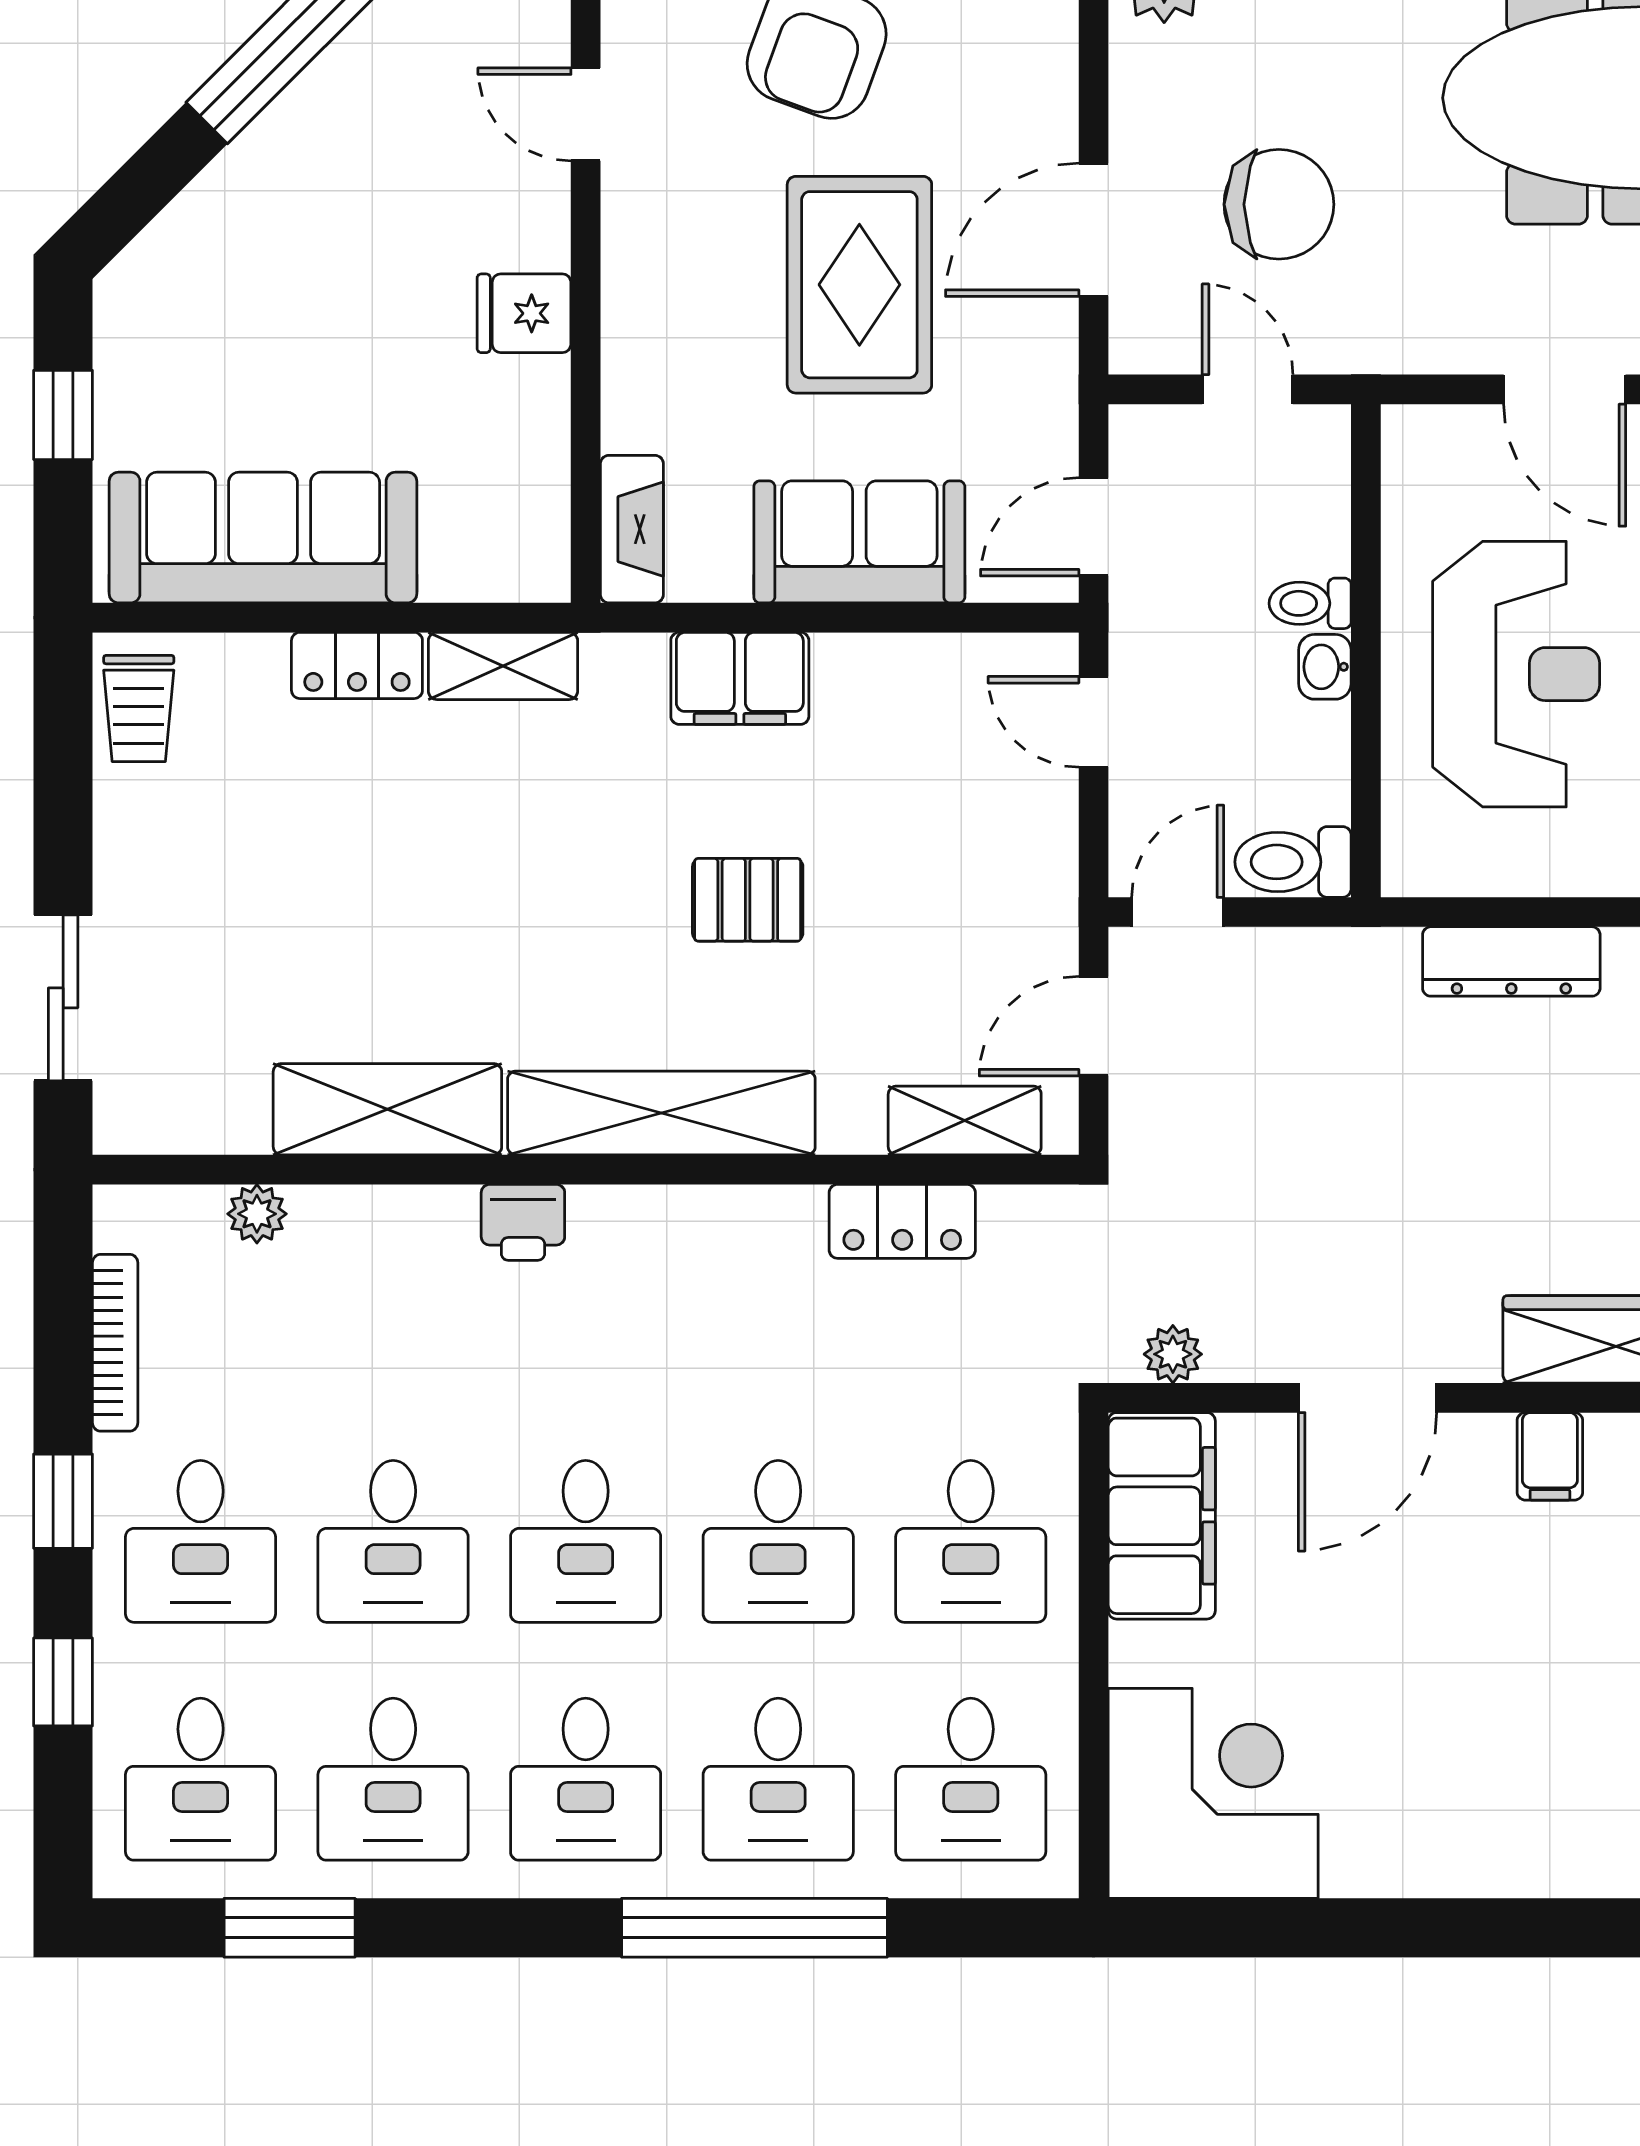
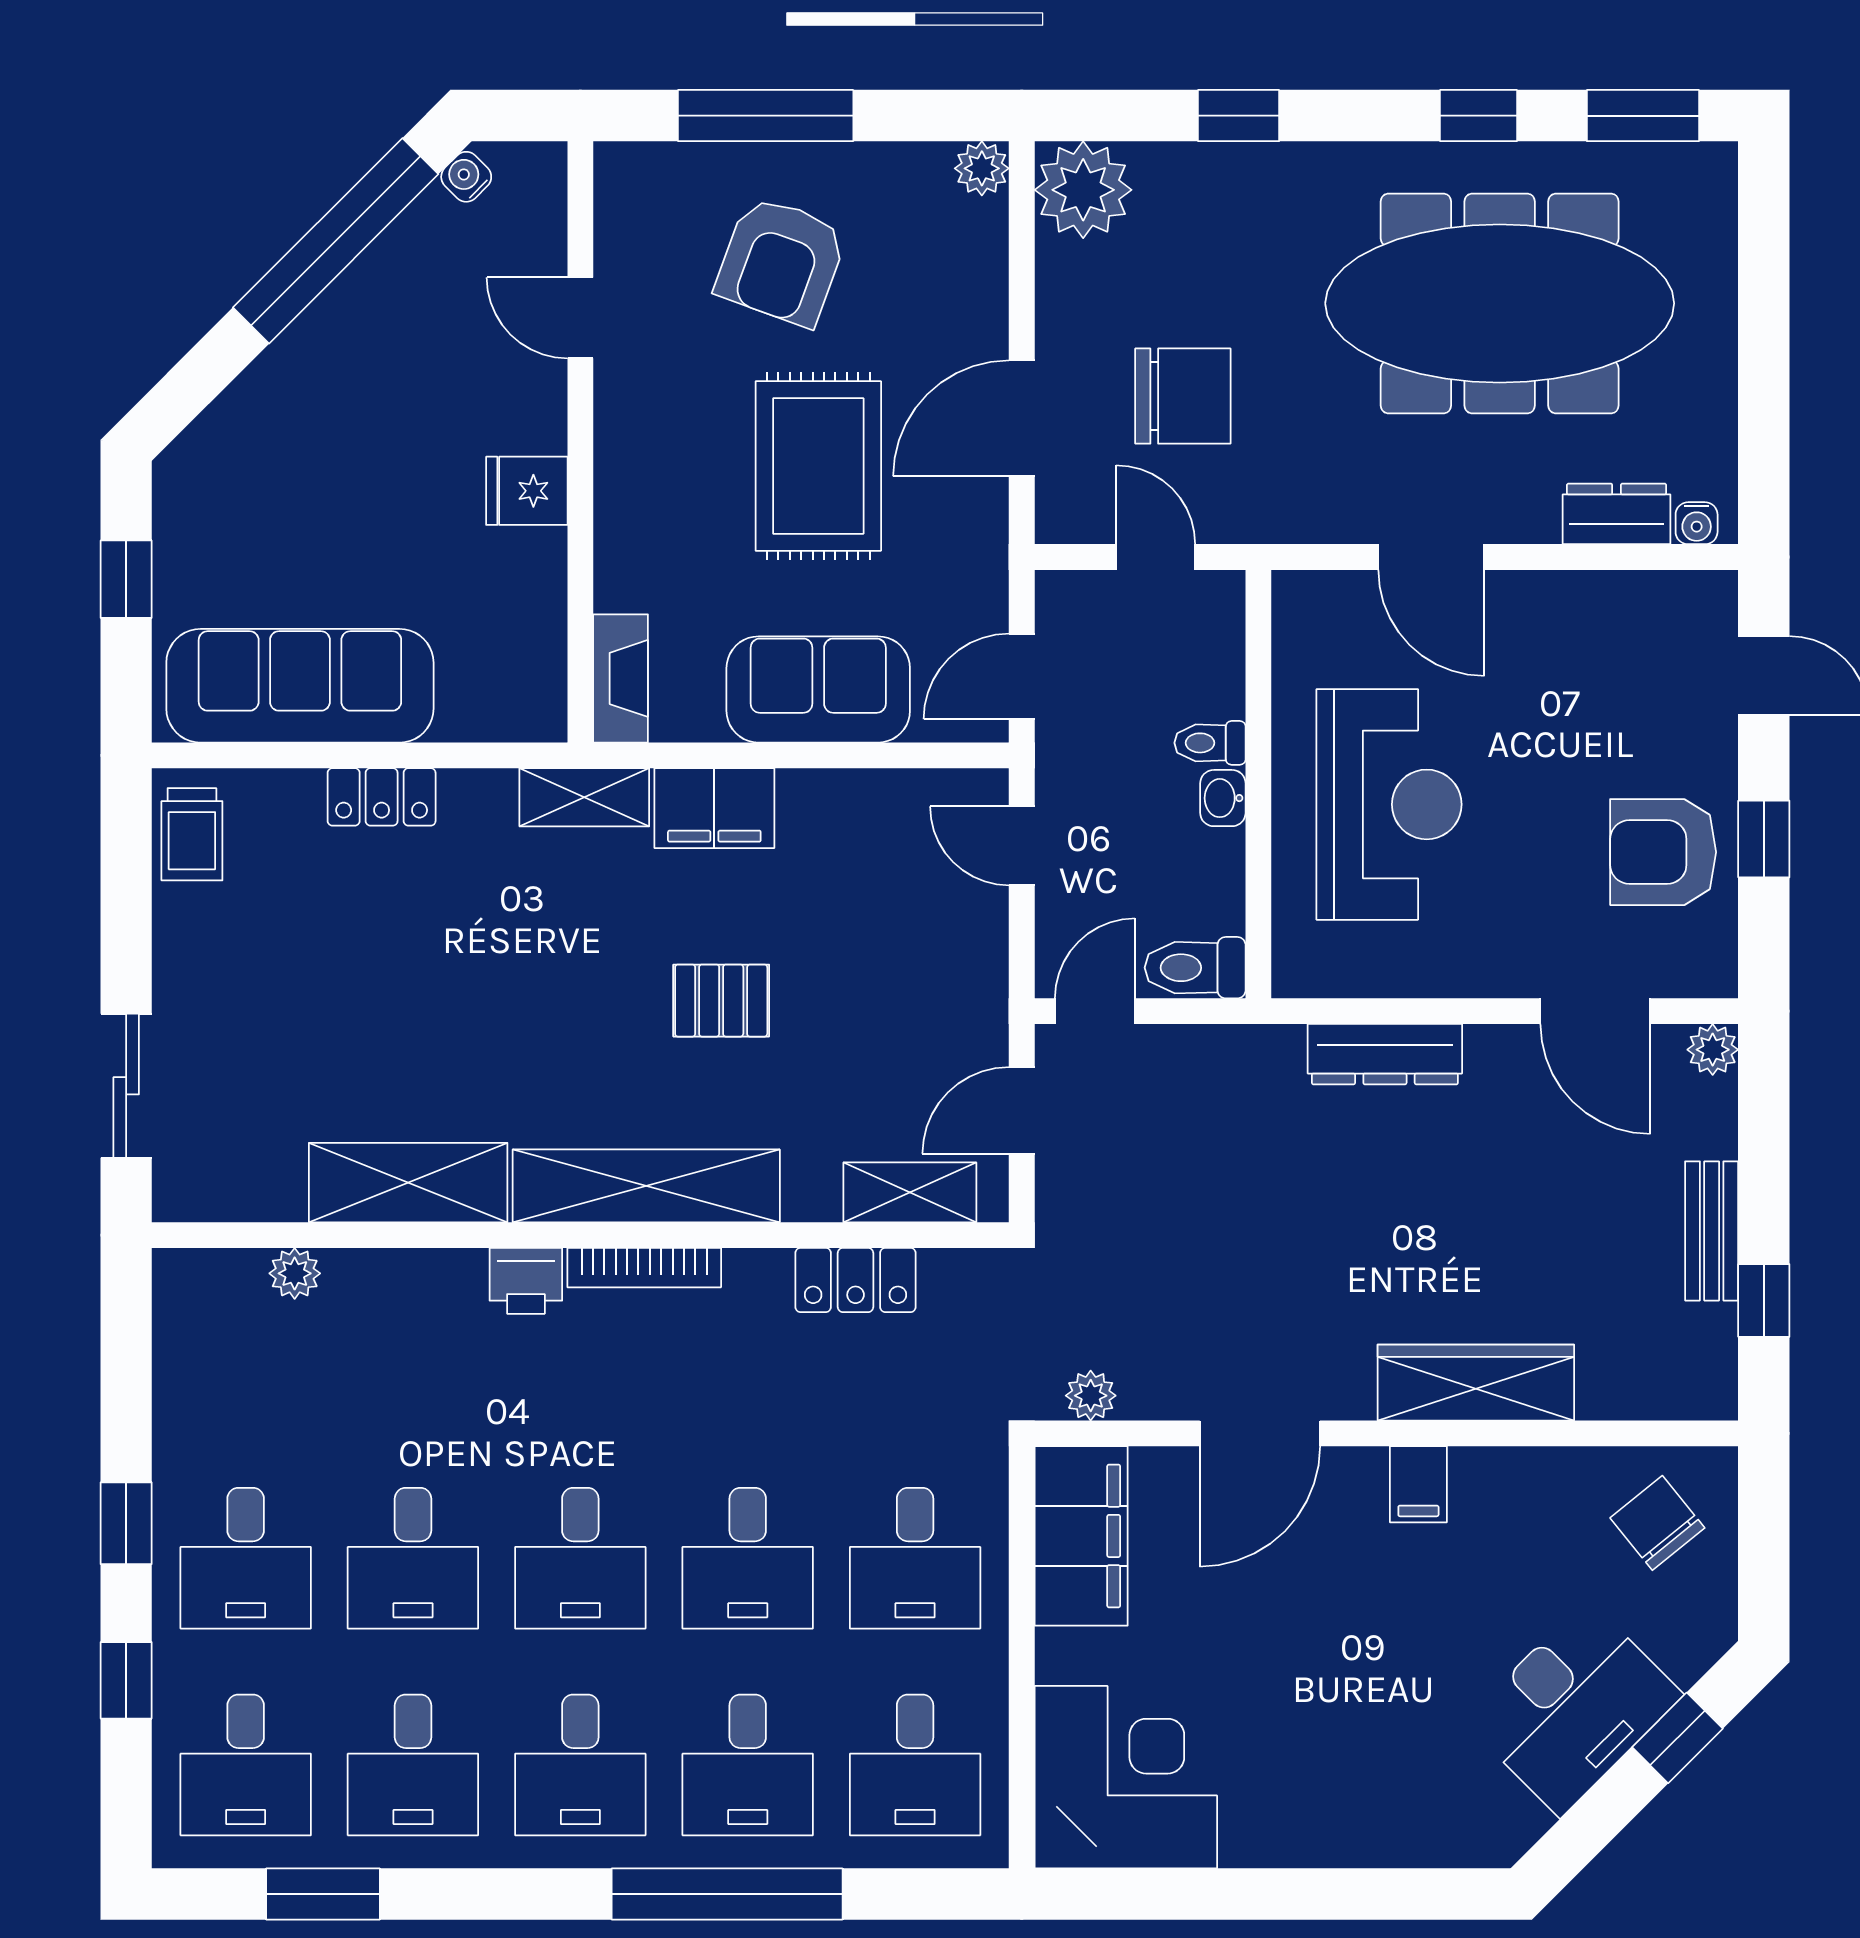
shelving: (503, 666) -> (584, 797), moved
bookcase: (115, 1343) -> (644, 1268), moved, turned 90

